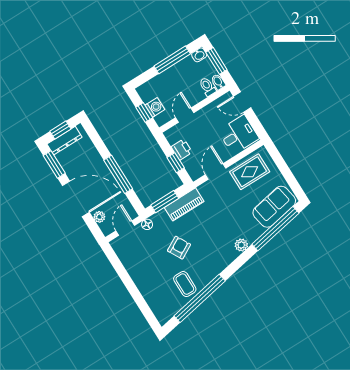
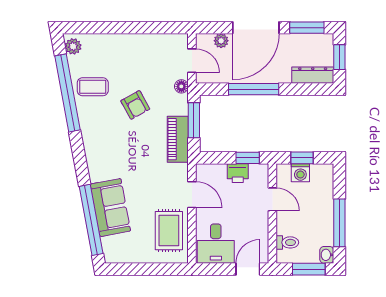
bidet: (218, 82) -> (285, 257), removed
dresser: (64, 141) -> (313, 75), moved, turned 90
window: (176, 163) -> (248, 158), moved
sofa: (274, 207) -> (110, 208), moved
plant: (241, 245) -> (73, 46), moved

